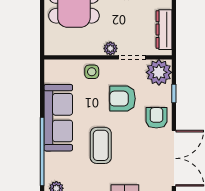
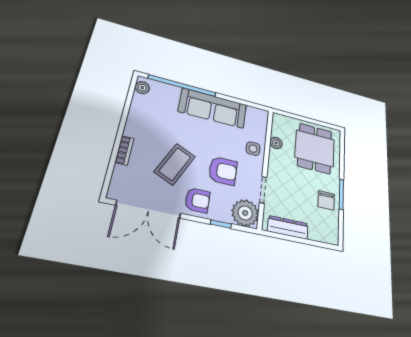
plant: (110, 48) -> (276, 143), moved
armchair: (123, 99) -> (223, 171), turned 90
coffee table: (101, 145) -> (175, 164), moved, turned -65

